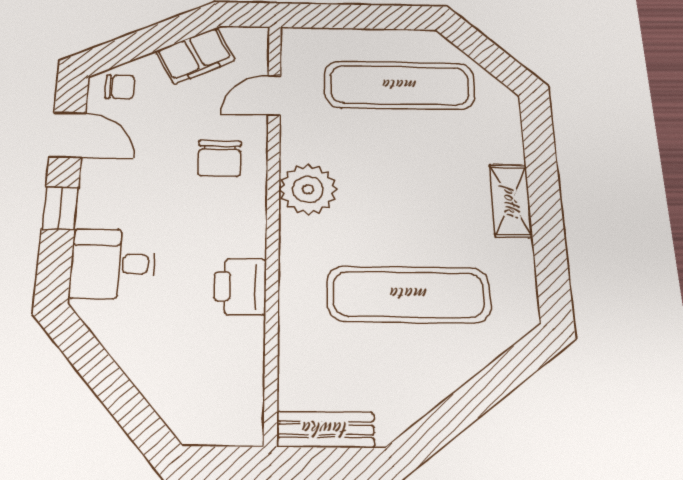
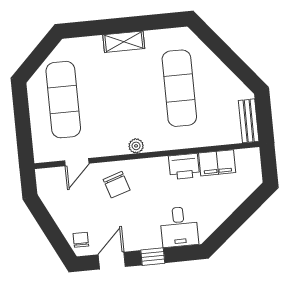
filing cabinet: (196, 56) -> (217, 163), moved, turned 117
door: (274, 95) -> (77, 162), hinge flipped
chair: (219, 158) -> (117, 185), turned 72
plant: (308, 189) -> (136, 146), width x0.53, depth x0.53

